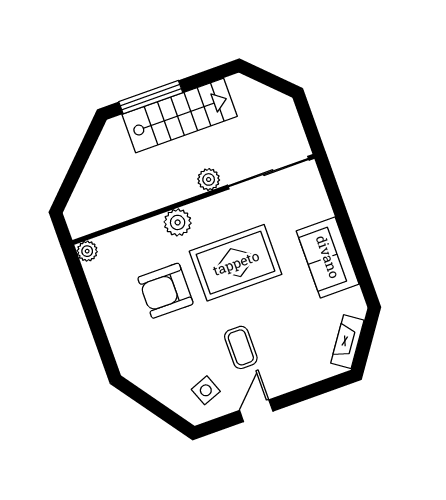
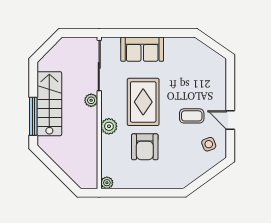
sofa: (328, 257) -> (142, 49), moved
fireplace: (347, 342) -> (210, 55), removed

